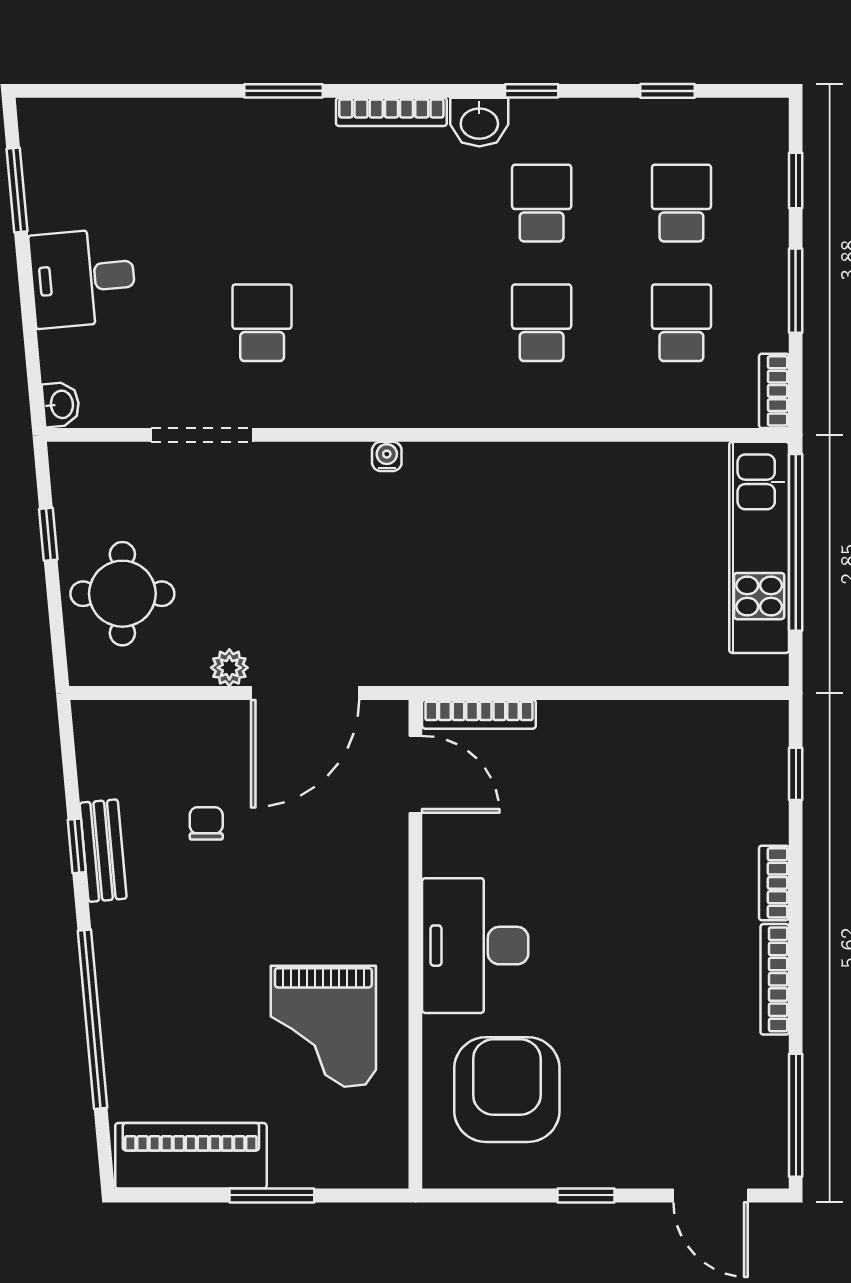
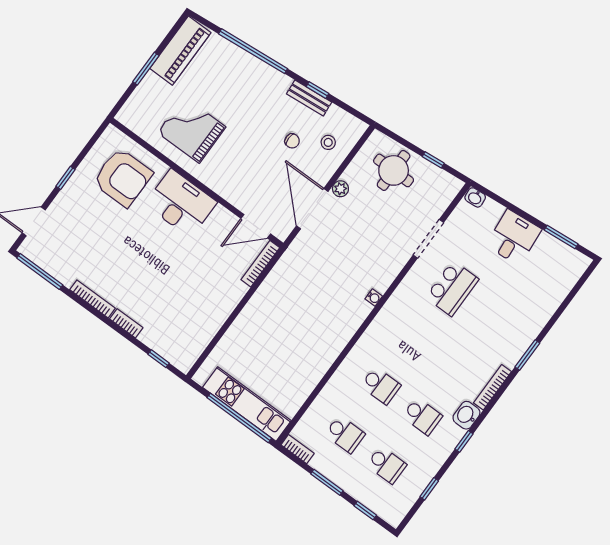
school desk: (262, 323) -> (452, 288), width x1.85
stool: (160, 754) -> (328, 142), added

